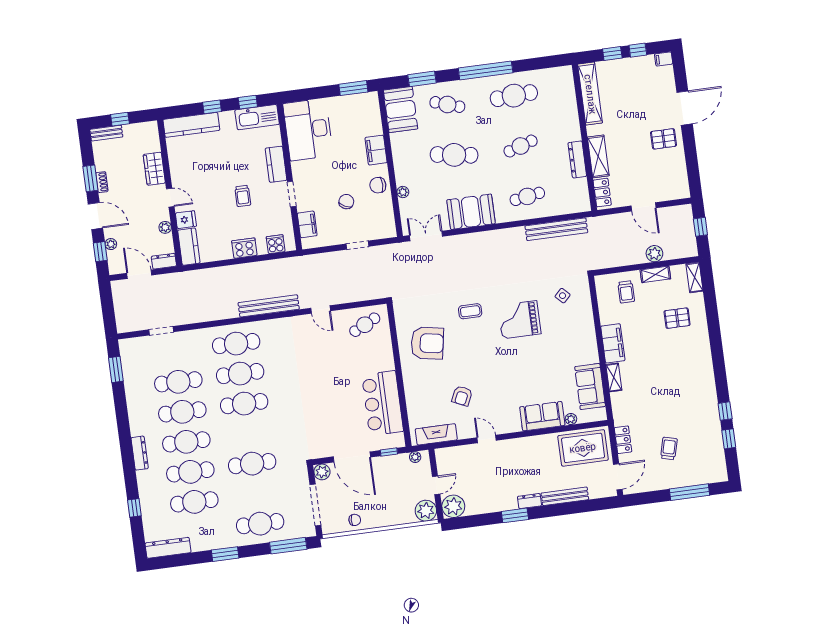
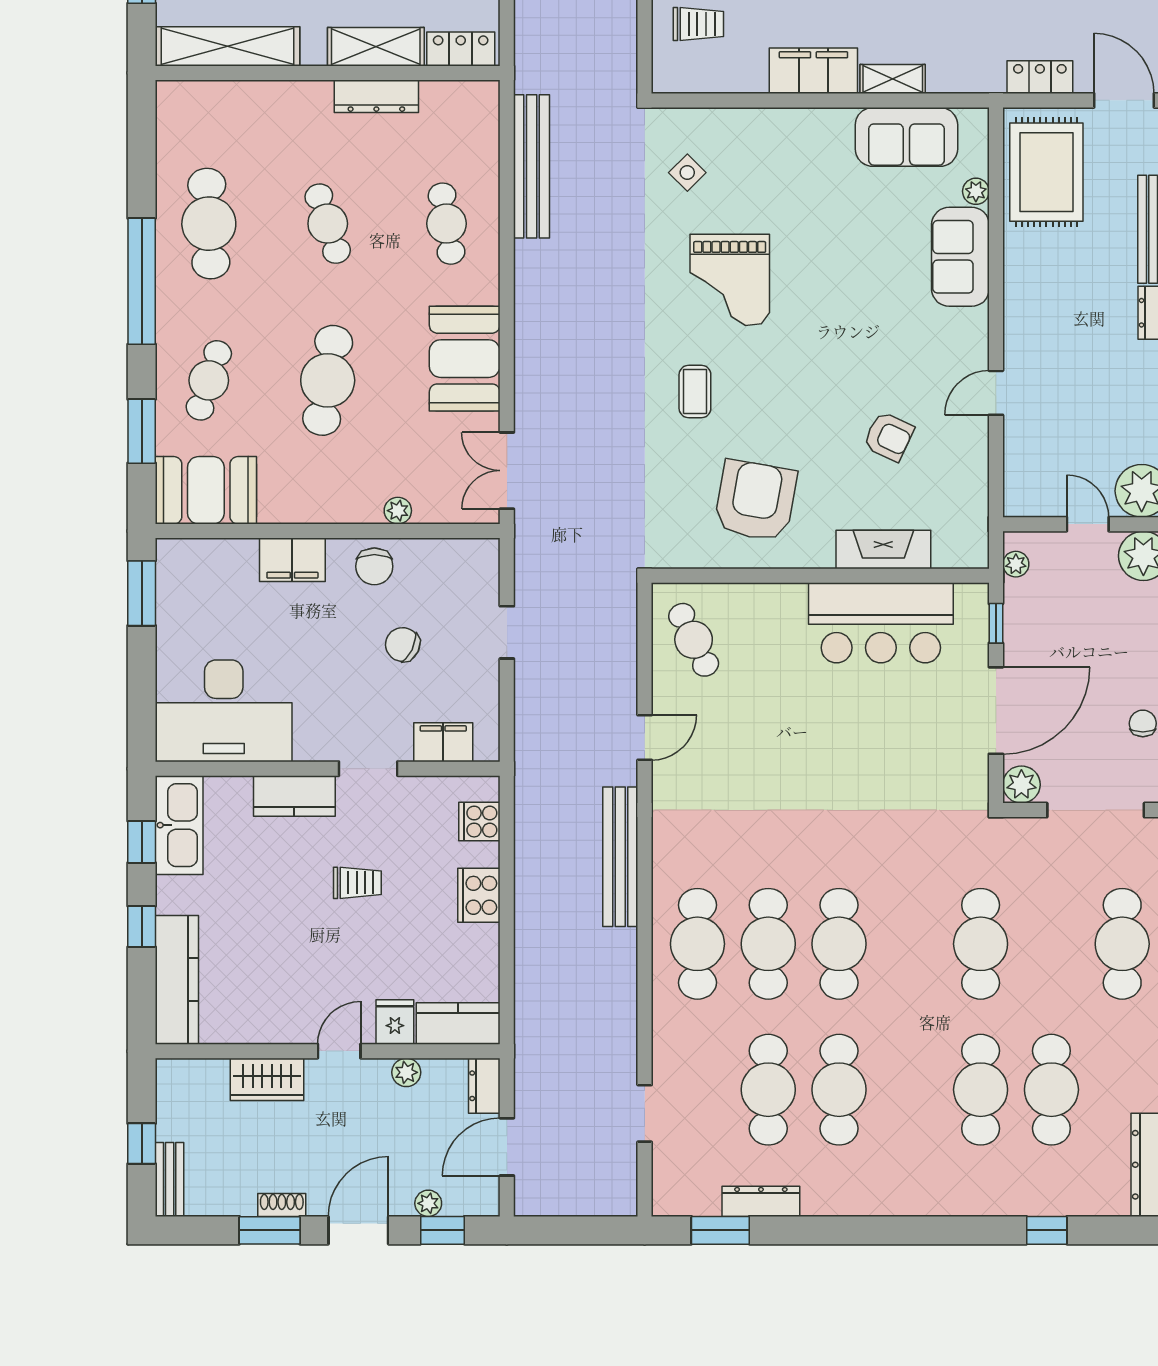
fireplace: (436, 434) -> (883, 550), moved, turned 90
cafe table: (186, 442) -> (910, 1090), removed
dresser: (140, 453) -> (761, 1201), moved

